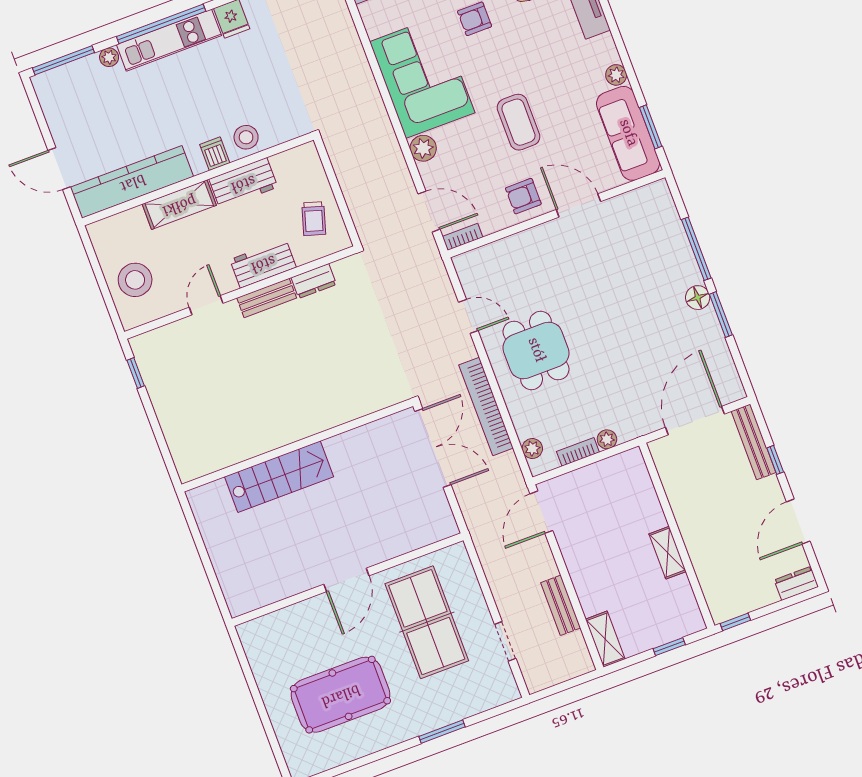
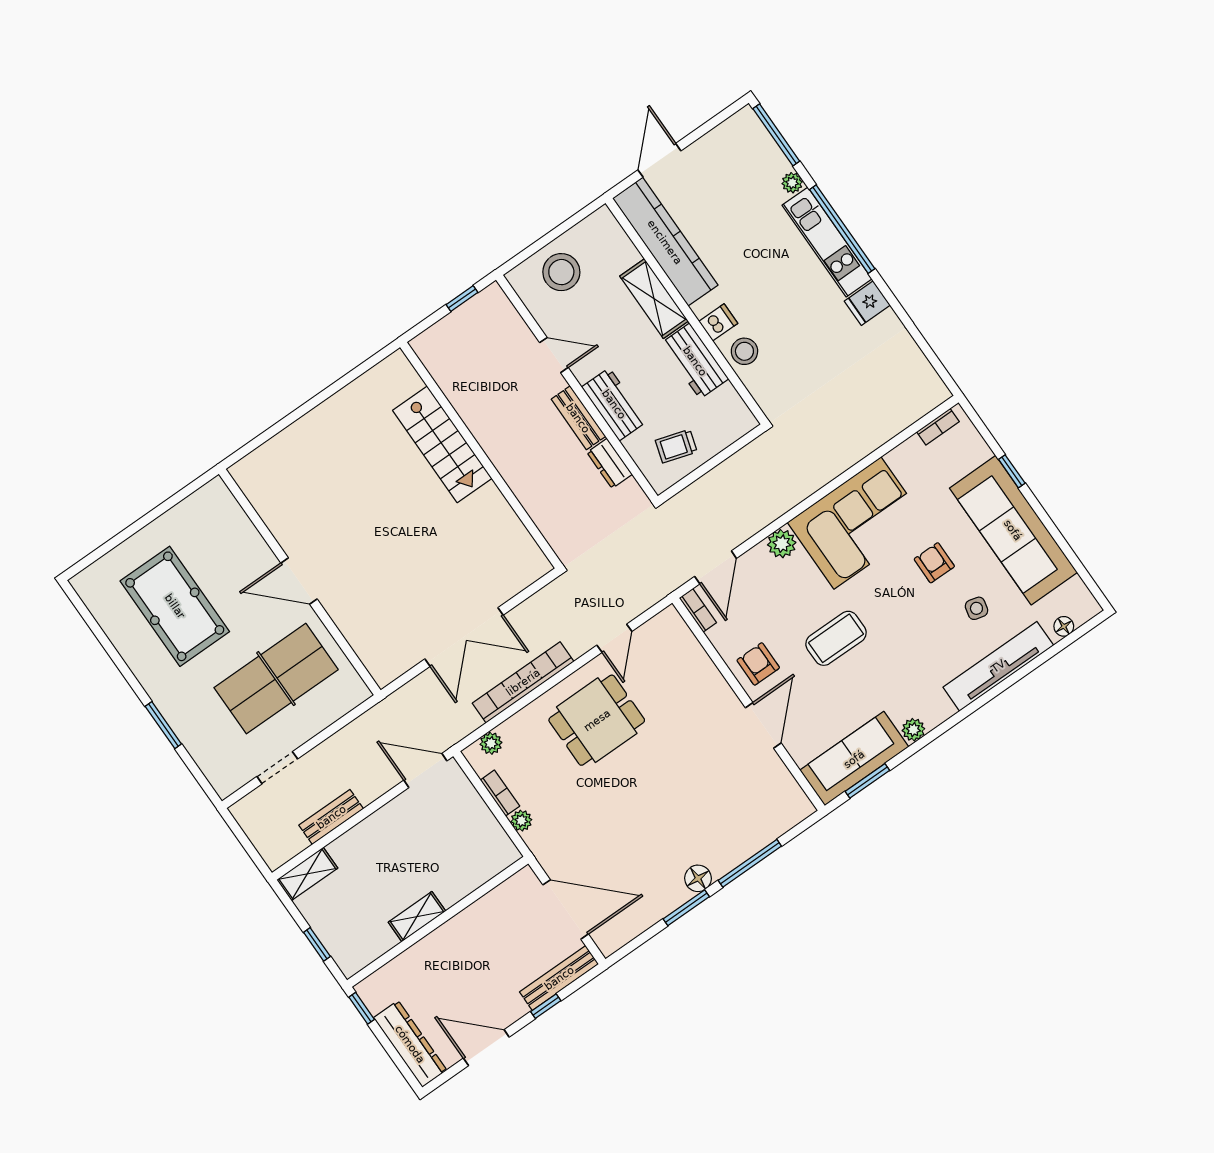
wall: (297, 445) -> (481, 455), moved
stairs: (279, 477) -> (442, 444), moved
dresser: (796, 583) -> (410, 1044), width x1.96, depth x1.24

